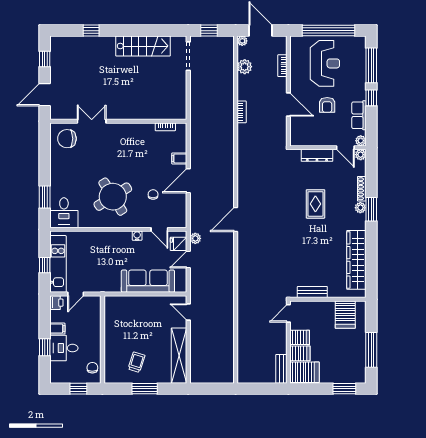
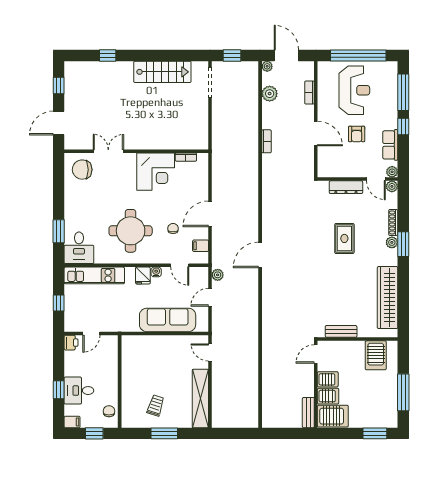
corner desk: (137, 141) -> (156, 172), added
filing cabinet: (179, 158) -> (201, 246), moved
round table: (113, 197) -> (131, 231), turned 32
fridge: (178, 244) -> (143, 276), moved, turned -90
kitchen unit: (58, 264) -> (94, 275), moved, turned 90
filing cabinet: (57, 329) -> (72, 422), moved

